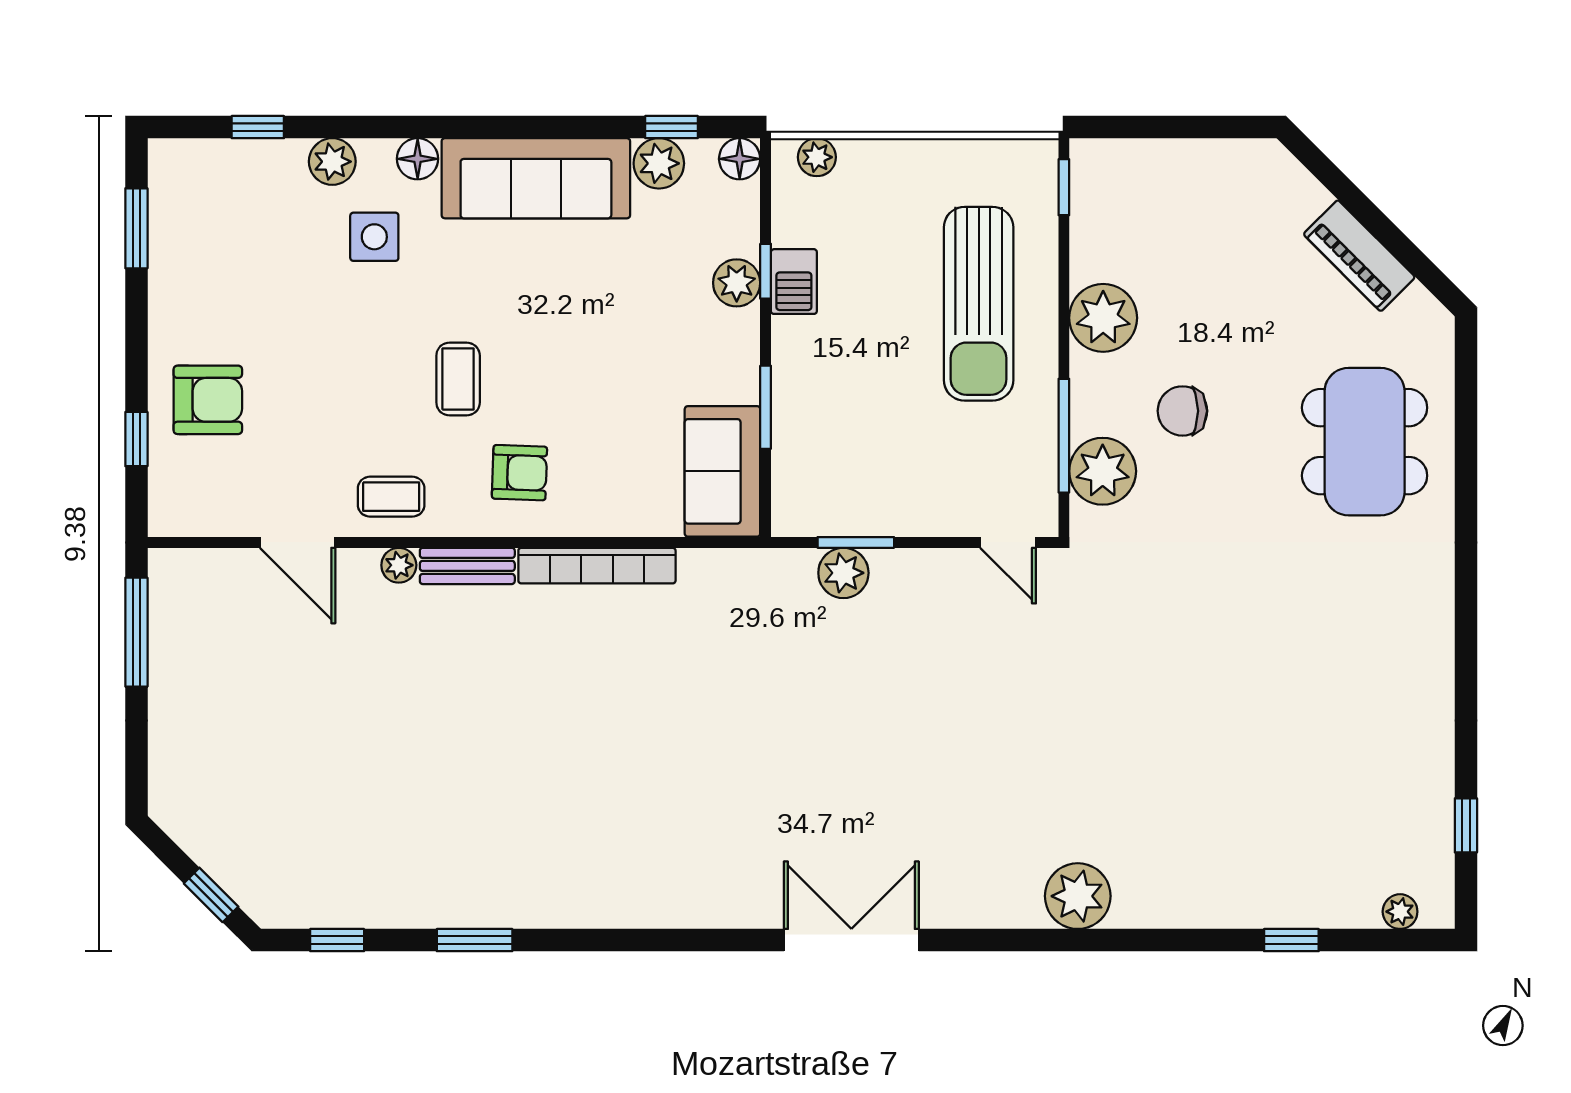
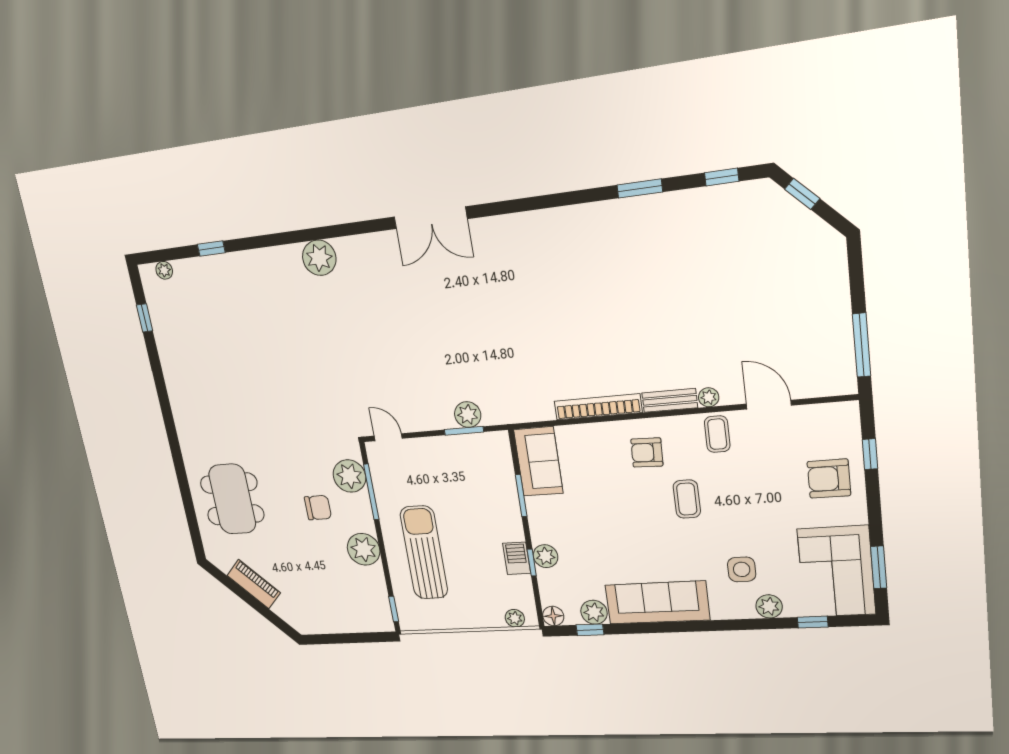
floor lamp: (418, 159) -> (722, 610), removed
corner sofa: (209, 224) -> (836, 572), added
coffee table: (391, 497) -> (717, 434), turned 90

